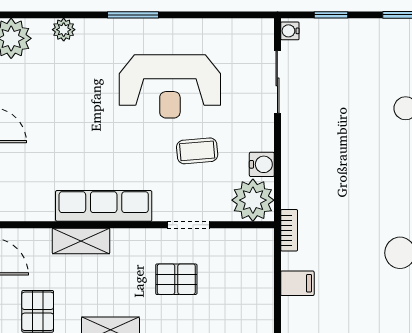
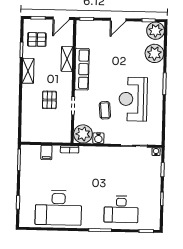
plant: (64, 30) -> (154, 53), width x1.87, depth x1.87

